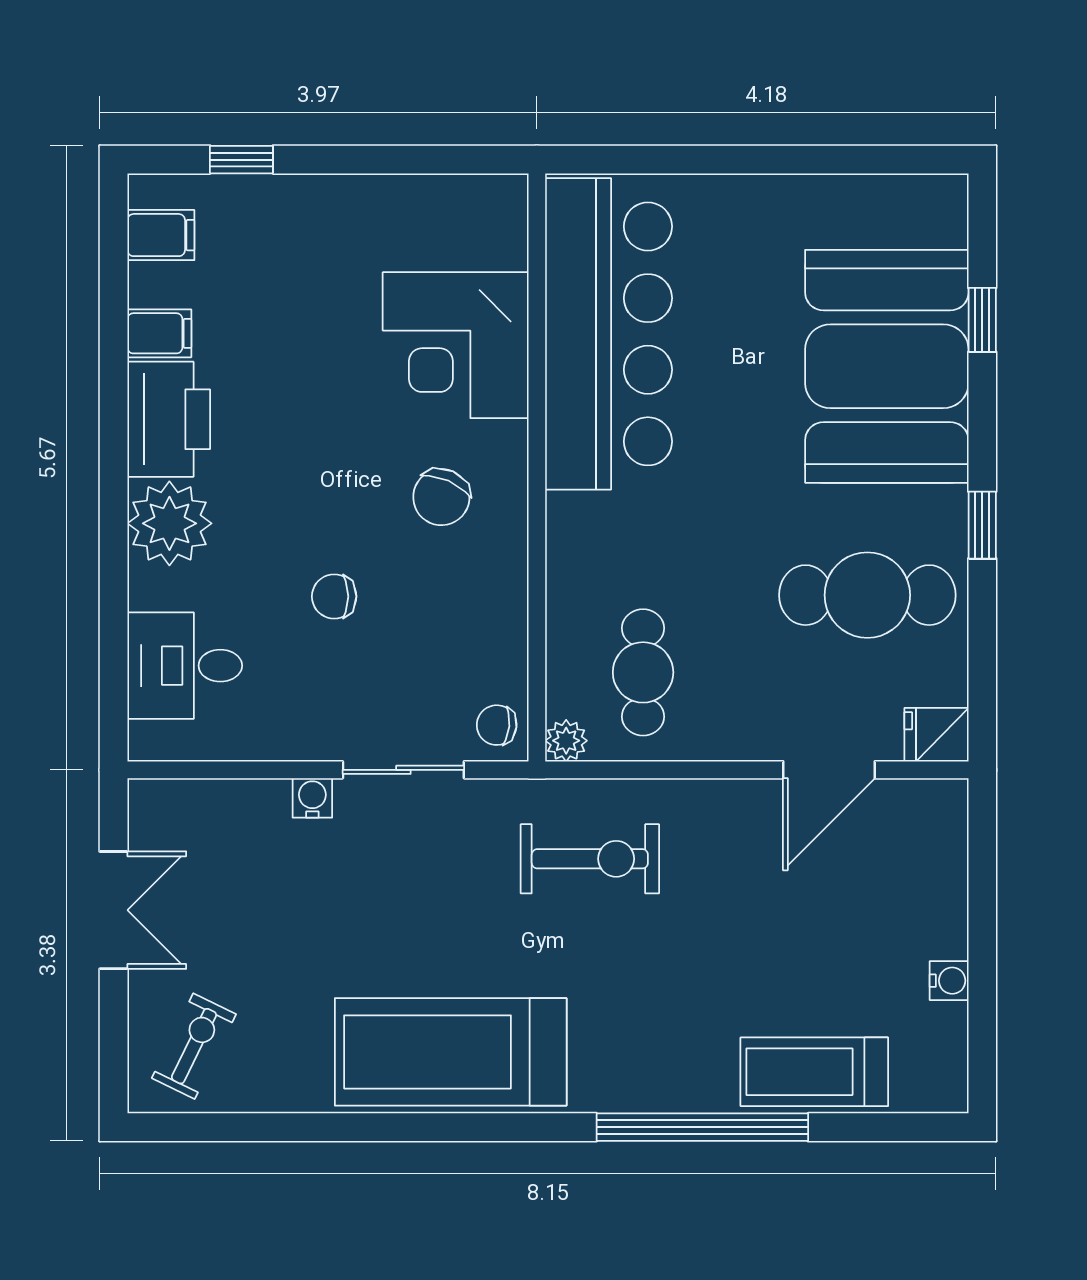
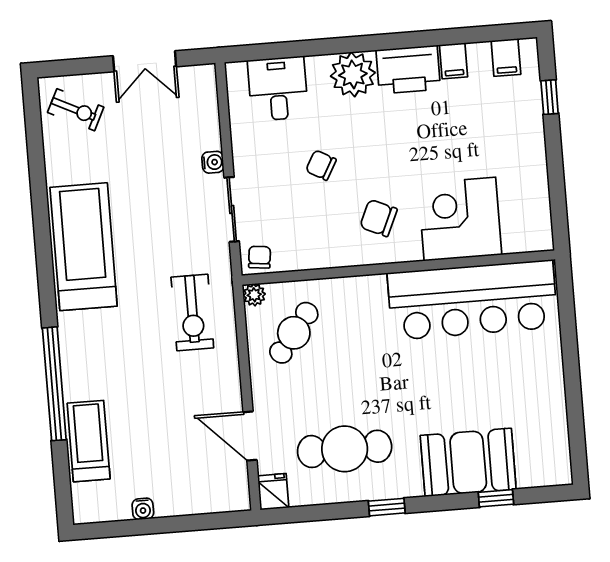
booth: (887, 366) -> (468, 462), width x0.73, depth x0.70
cafe table: (867, 595) -> (345, 449), turned 90
chair: (334, 596) -> (321, 165), turned -61
cafe table: (643, 672) -> (294, 333), turned -52

